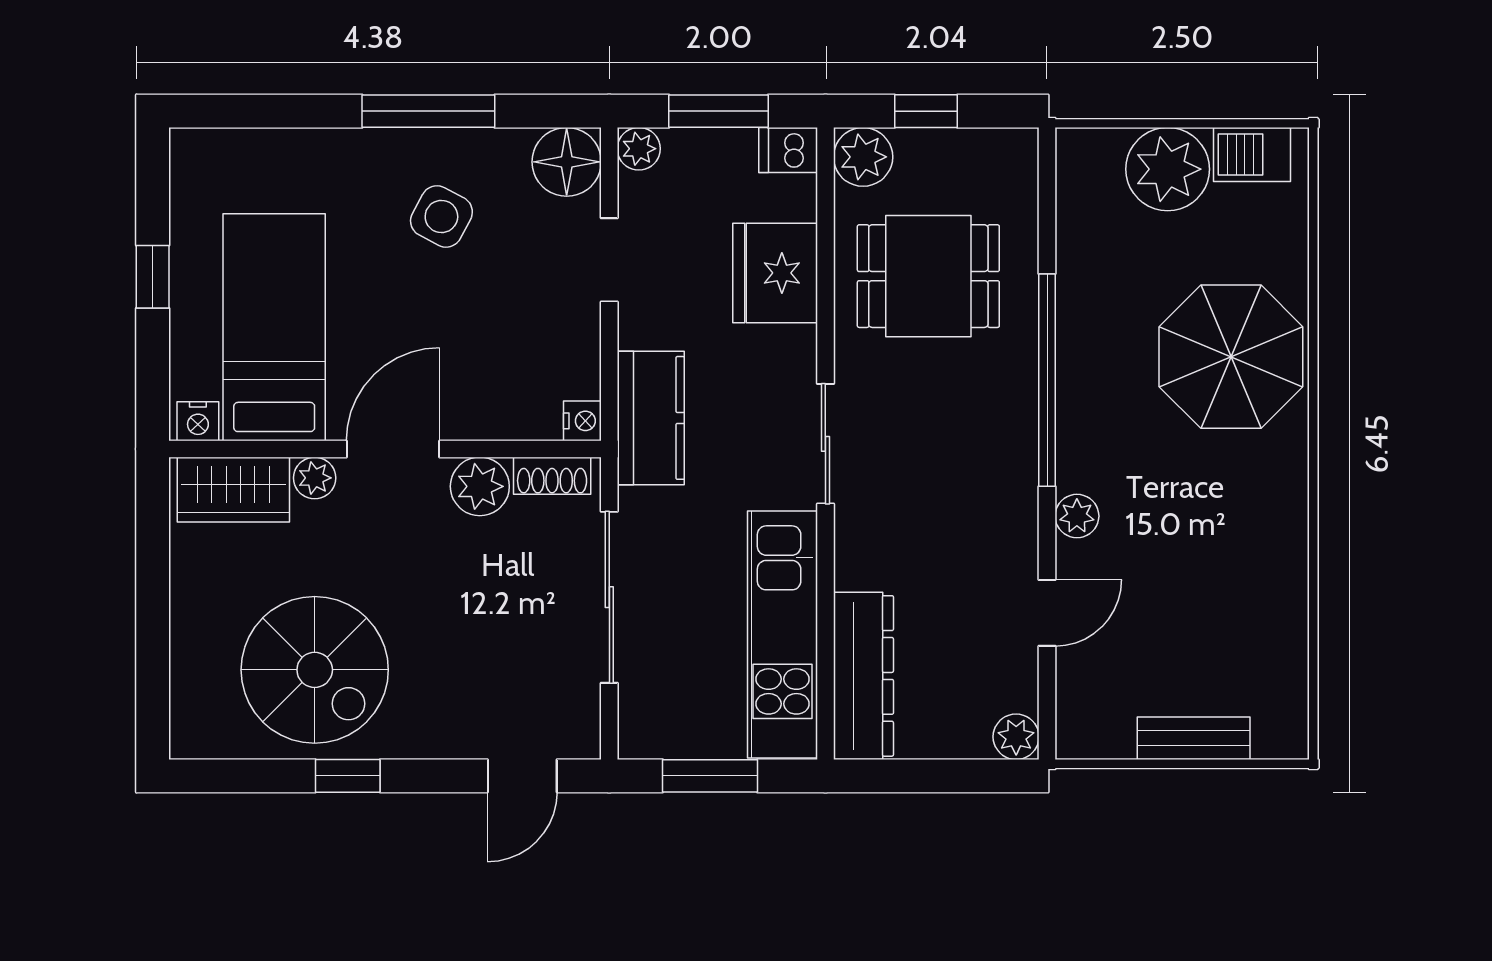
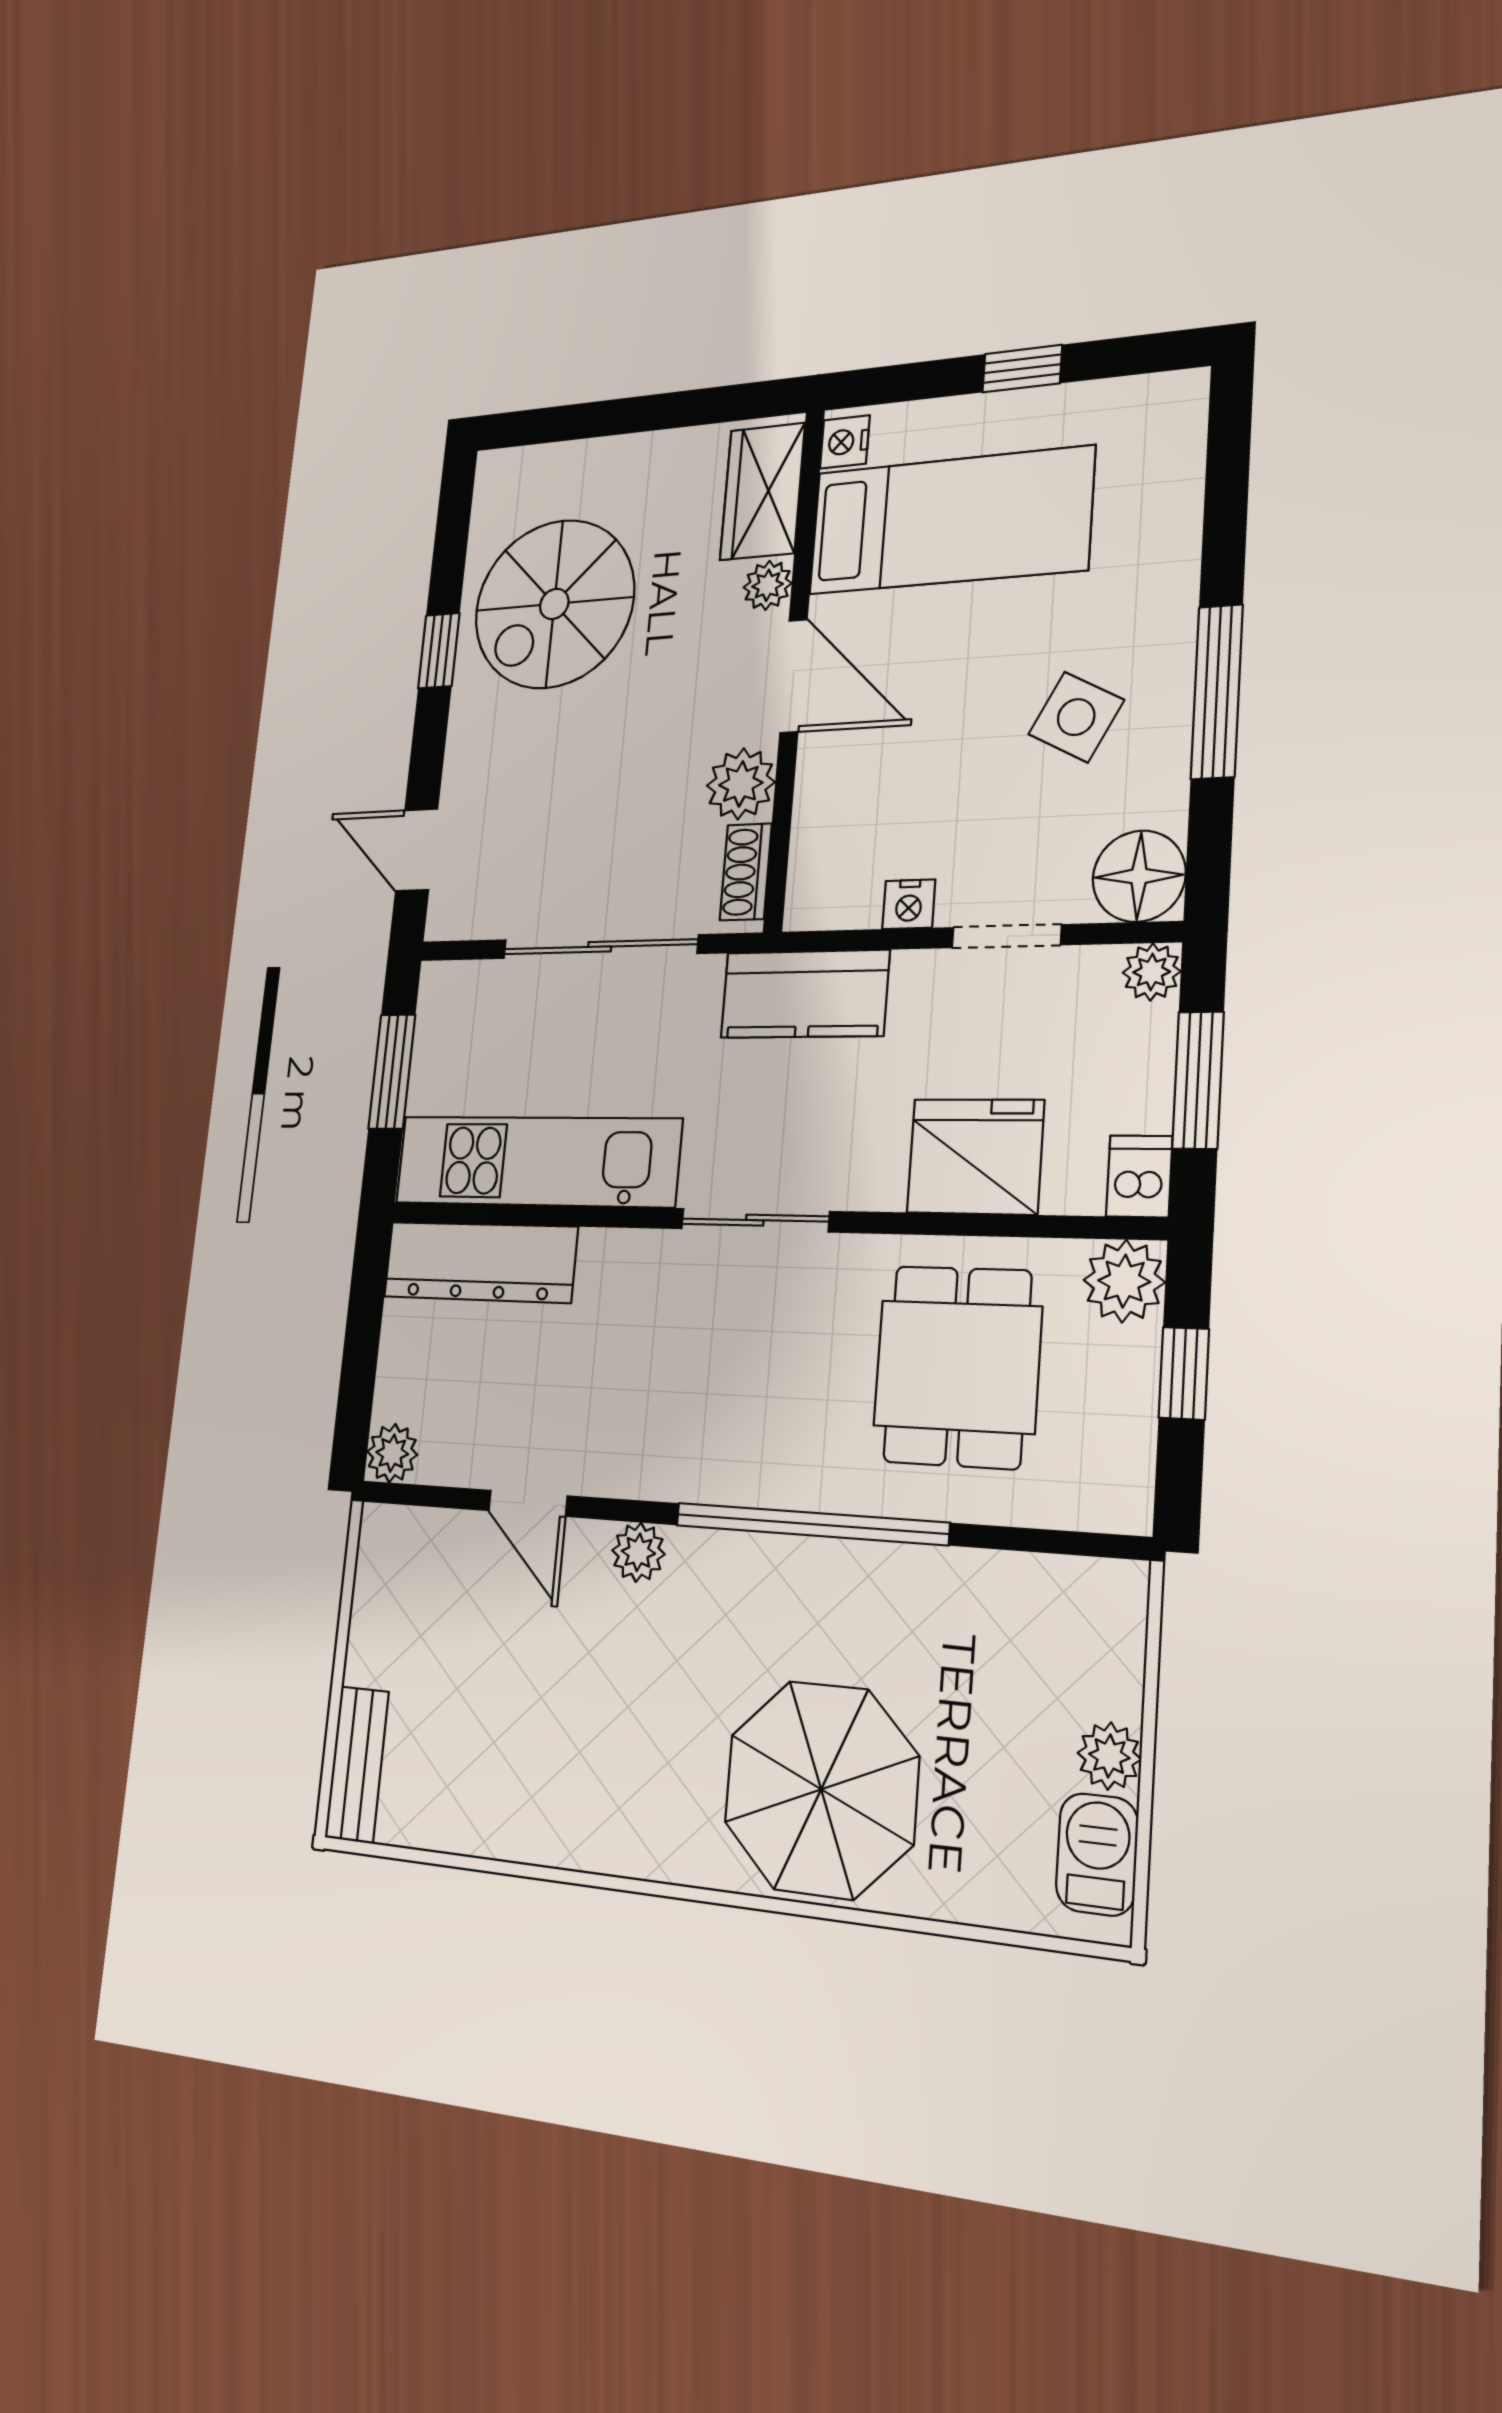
plant: (1168, 169) -> (1109, 1756), width x0.53, depth x0.53
nightstand: (582, 421) -> (909, 904), moved
bench: (1194, 738) -> (357, 1764), moved

